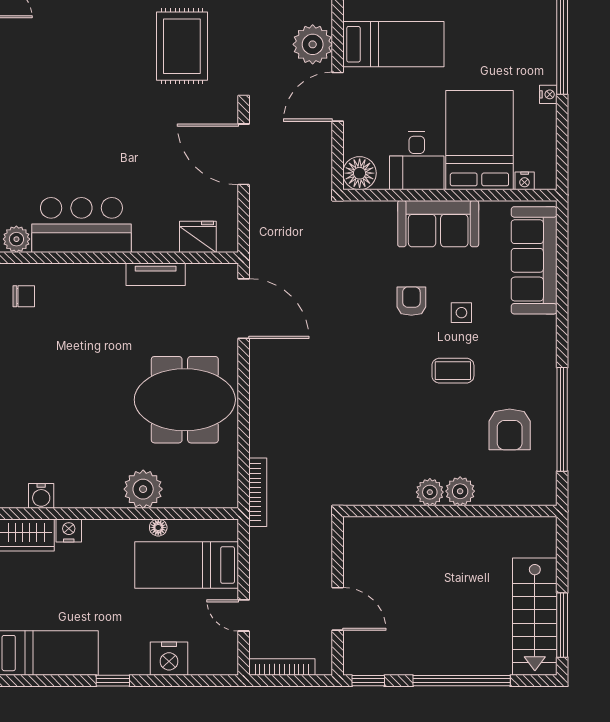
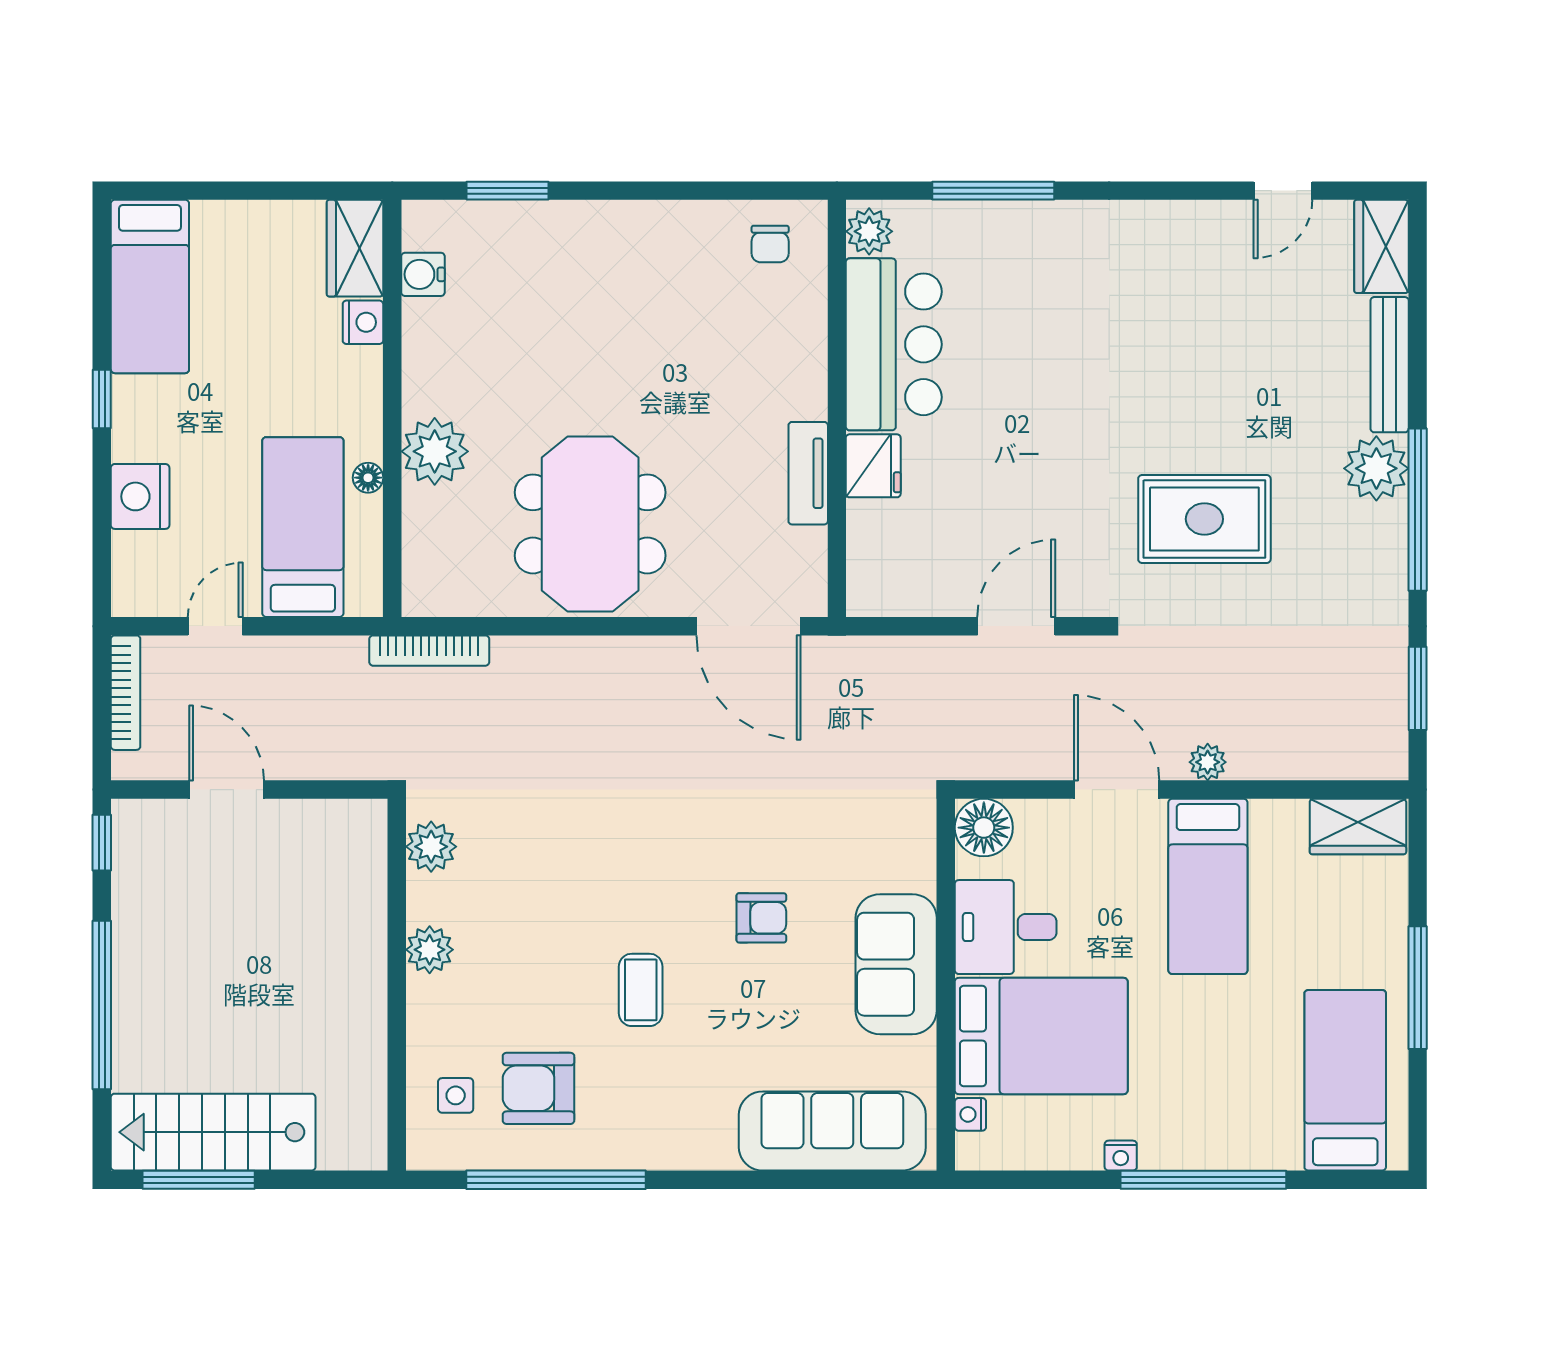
plant: (313, 44) -> (1208, 762), width x0.53, depth x0.53
door: (244, 154) -> (1016, 626), width x0.73
fridge: (198, 237) -> (873, 466), moved
door: (244, 309) -> (749, 626), hinge flipped
side table: (461, 313) -> (456, 1095), moved
plant: (460, 491) -> (431, 847), moved
door: (338, 609) -> (227, 790), swing flipped

